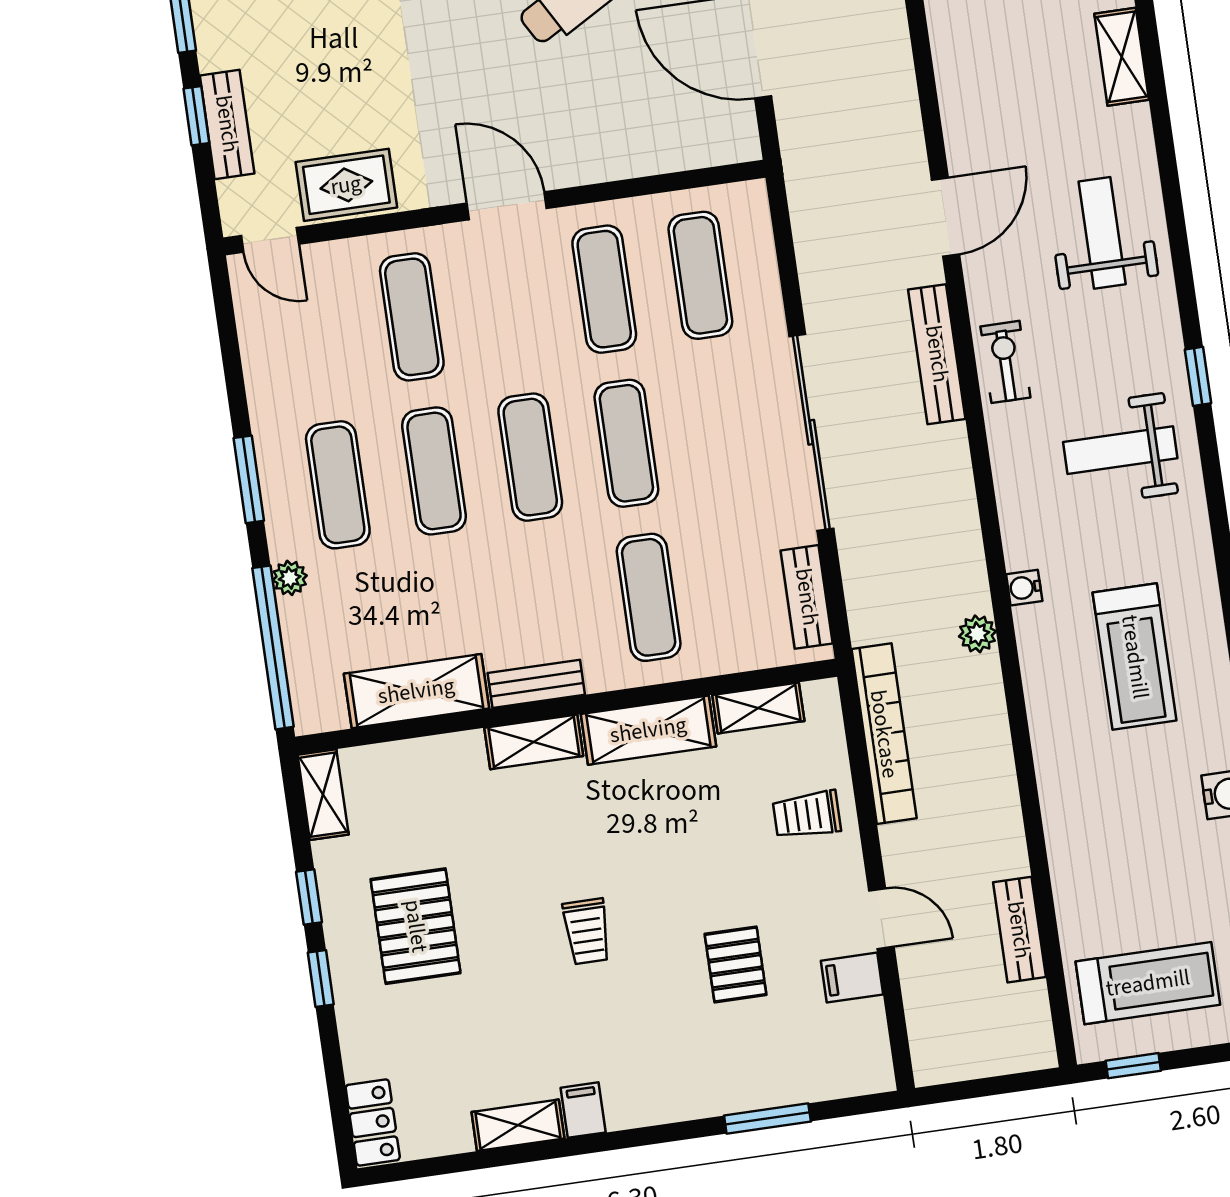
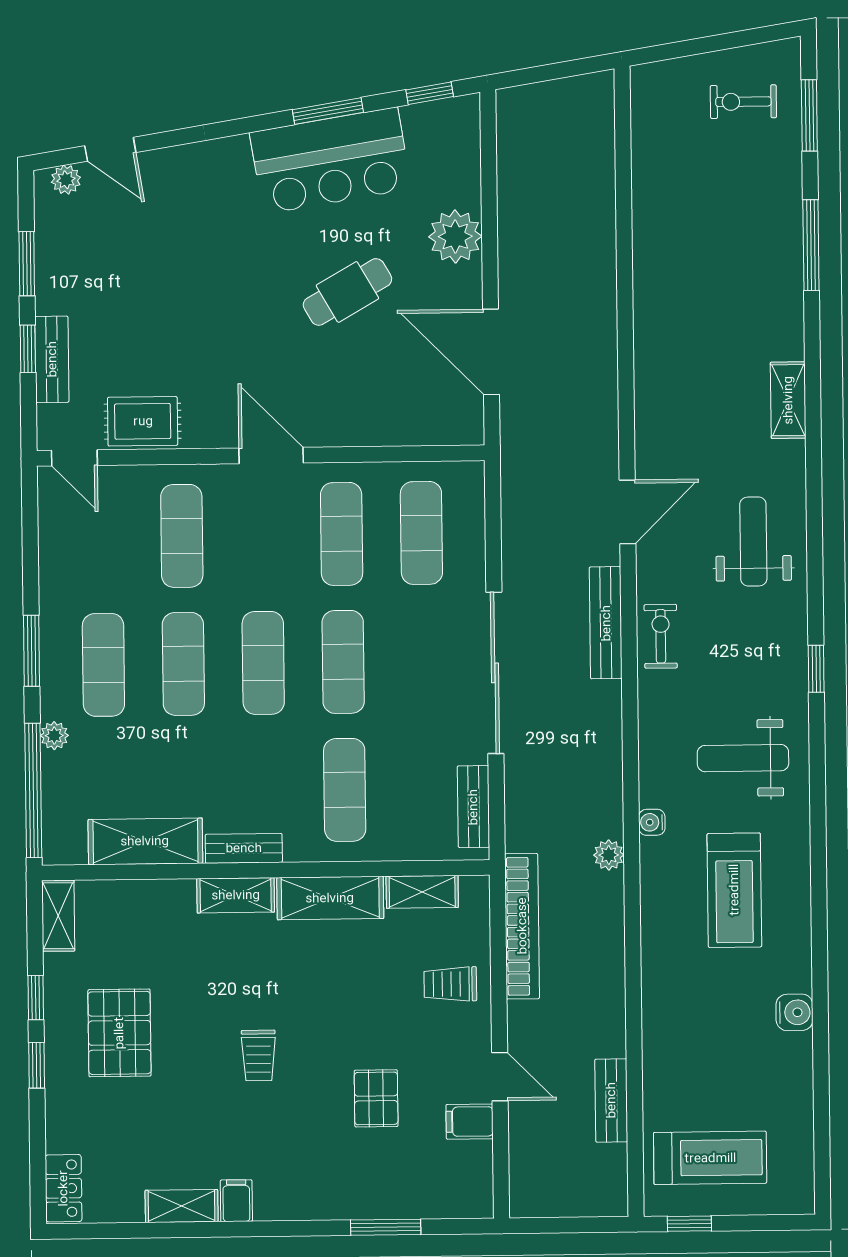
weight bench: (1120, 450) -> (743, 758), moved

